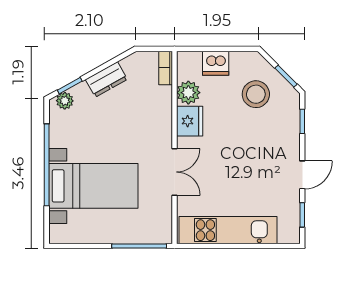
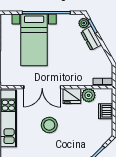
dresser: (106, 79) -> (91, 38), moved
stool: (256, 94) -> (49, 125), moved
double door: (174, 172) -> (42, 87), width x1.37

